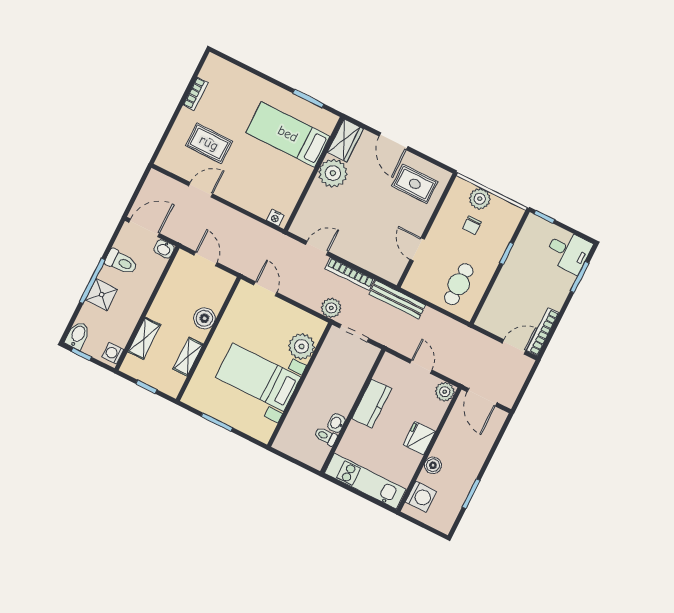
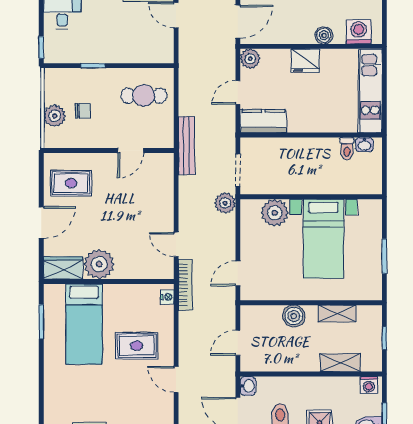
rug: (209, 143) -> (137, 346), moved, turned 90
rug: (415, 184) -> (71, 183), turned 90
bookcase: (350, 274) -> (185, 285), moved
kitchen counter: (372, 403) -> (263, 121), moved
washbasin: (337, 423) -> (364, 145), moved

